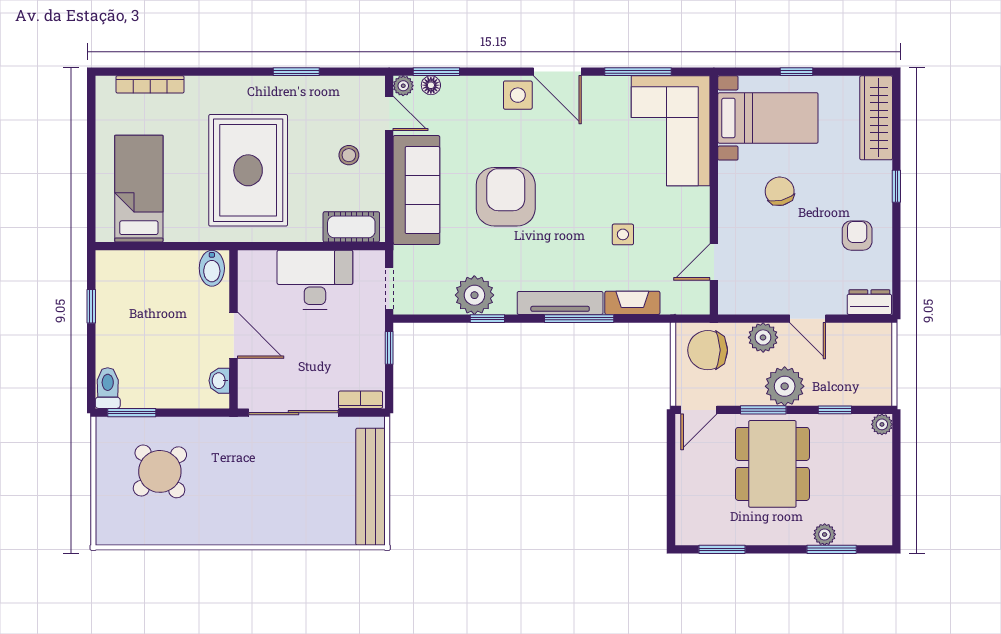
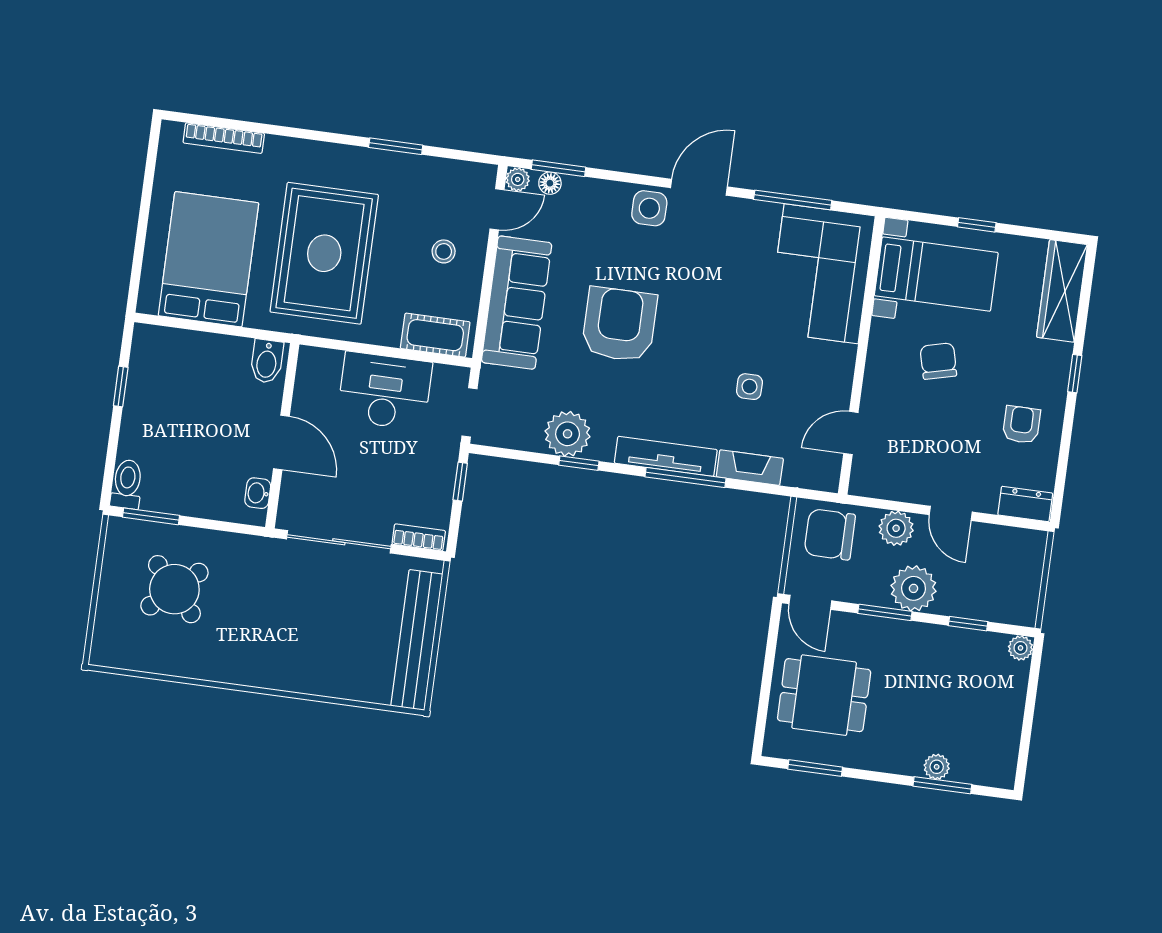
door: (557, 72) -> (699, 187), swing flipped
door: (389, 113) -> (497, 209), hinge flipped
bed: (139, 189) -> (208, 259), width x1.50
door: (699, 410) -> (810, 602), hinge flipped
dining table: (772, 464) -> (824, 695), moved, width x0.73

